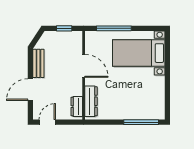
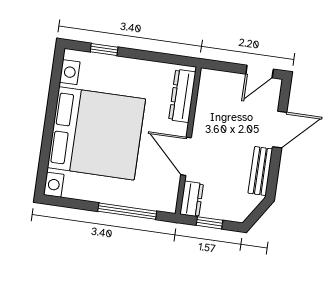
bed with nightstands: (139, 53) -> (96, 133), width x1.85
dresser: (77, 107) -> (192, 199), moved
window: (141, 122) -> (104, 49), width x0.46

